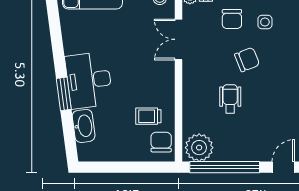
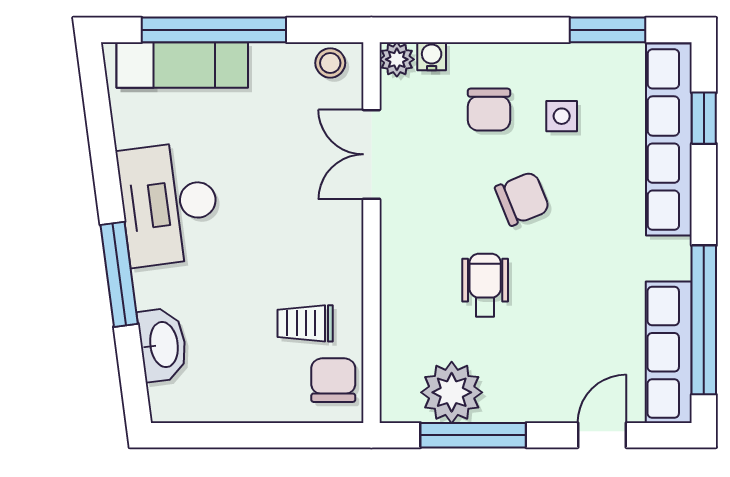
desk: (89, 80) -> (169, 204), moved
window: (64, 94) -> (119, 274), width x1.44
plant: (199, 148) -> (452, 392), moved
window: (225, 167) -> (473, 435), width x0.68

